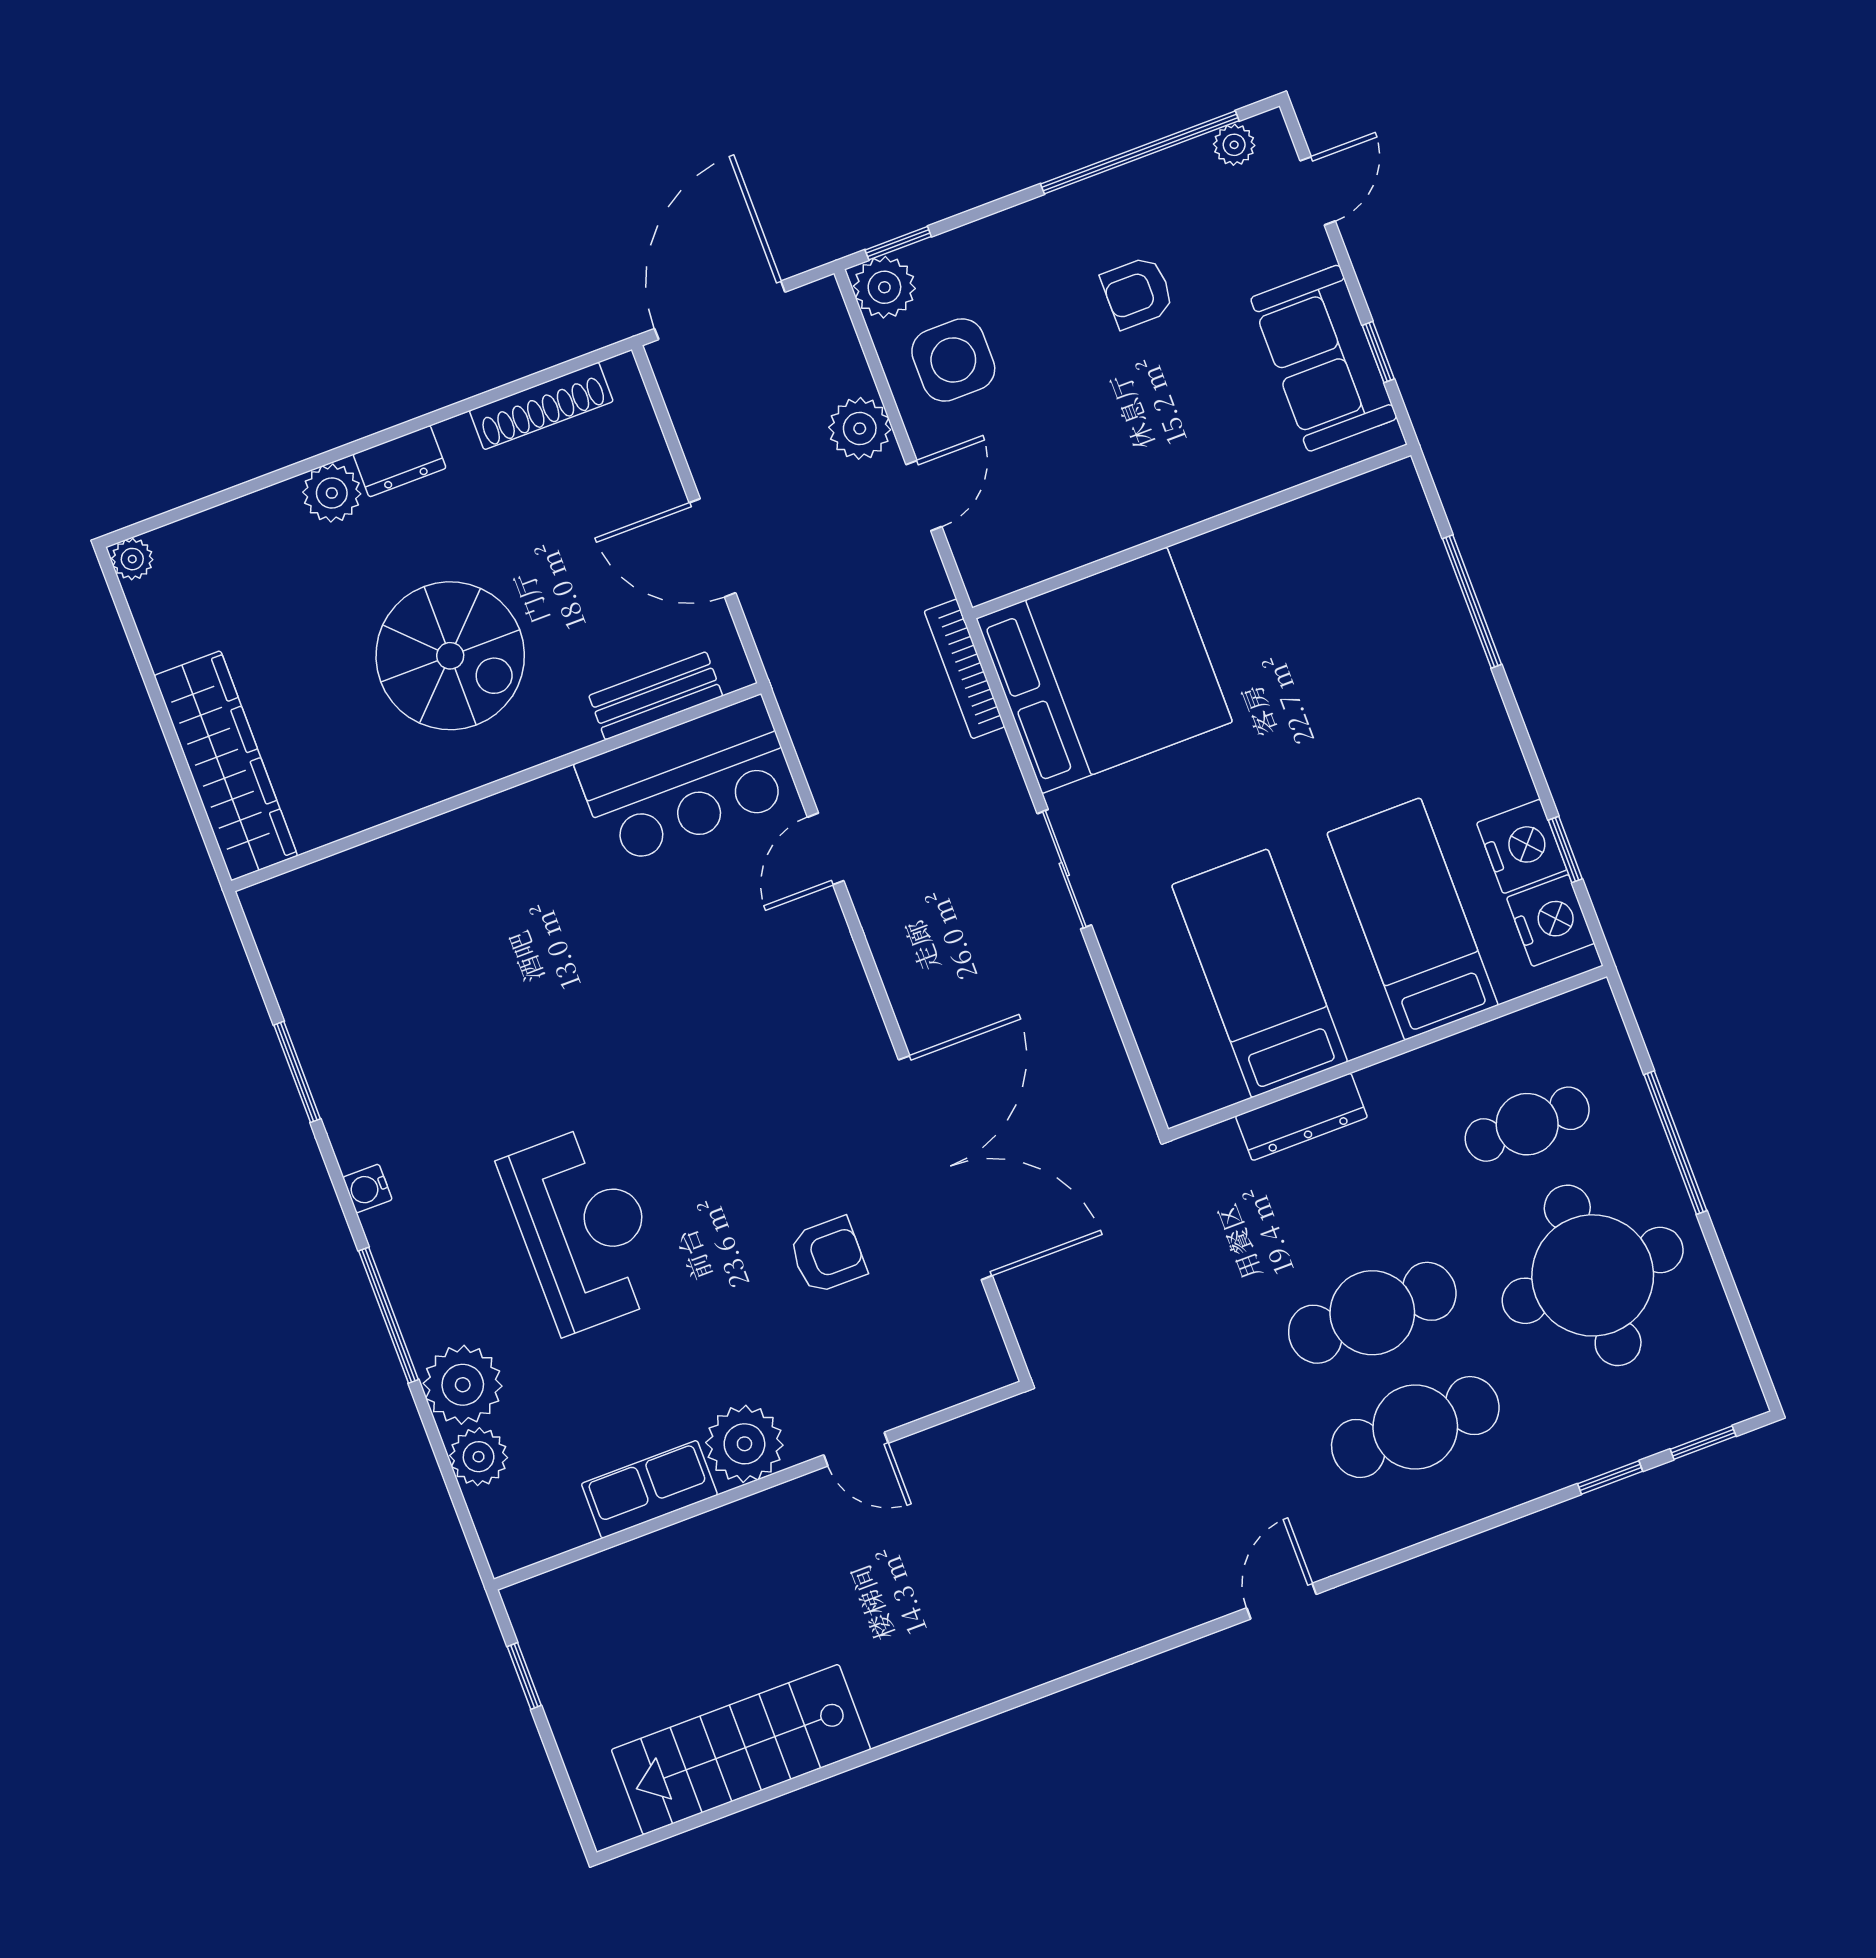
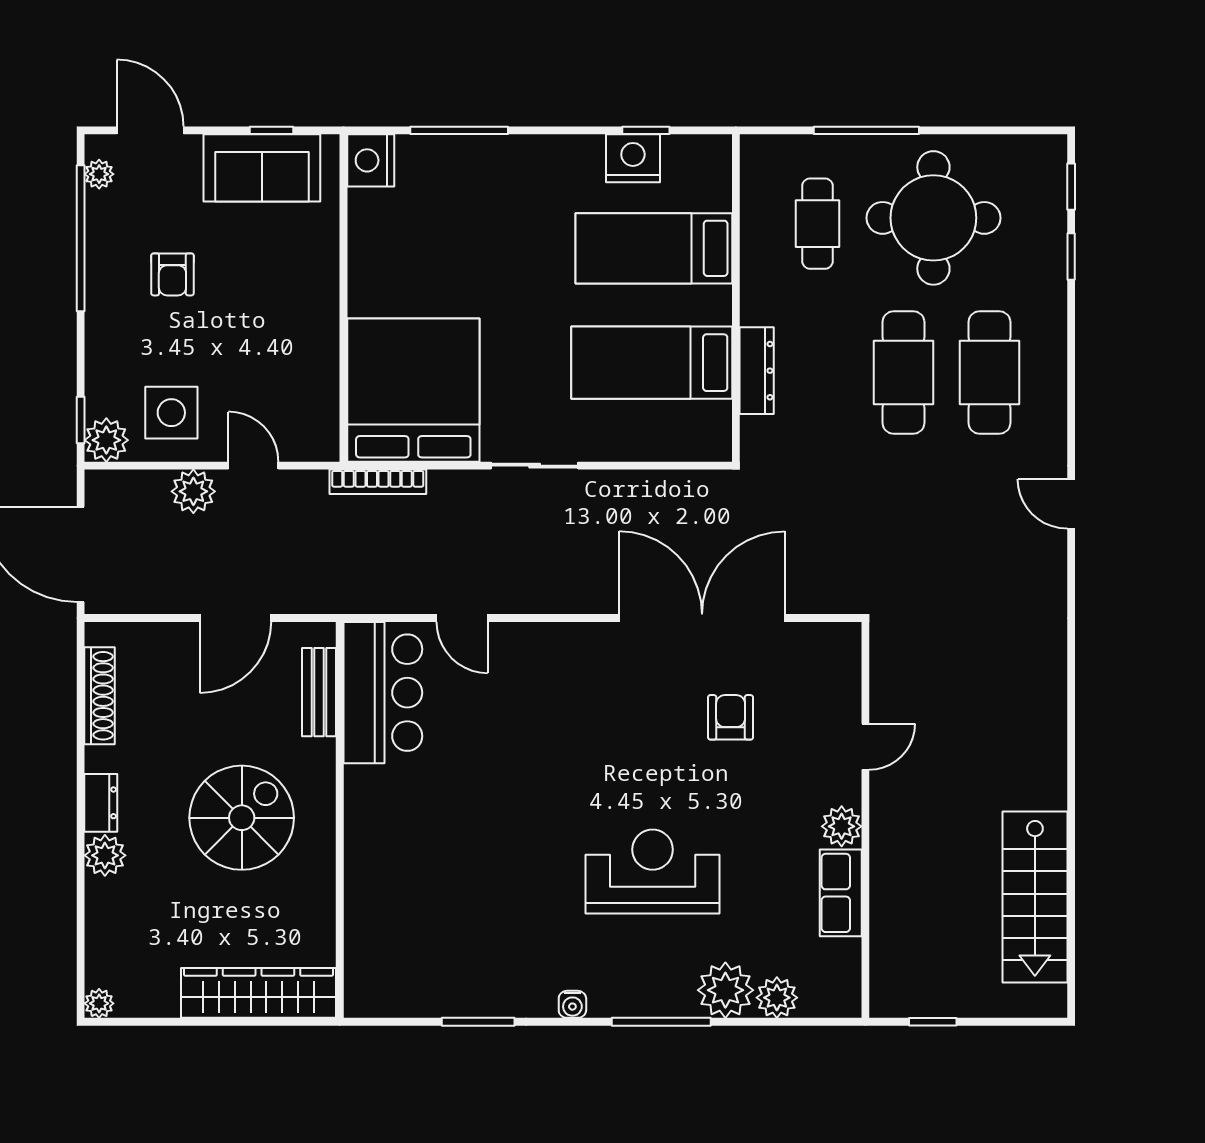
door: (1318, 191) -> (150, 130), width x1.38
nightstand: (1551, 920) -> (371, 160), moved, turned -90
plant: (744, 1444) -> (842, 826), width x0.73, depth x0.73

